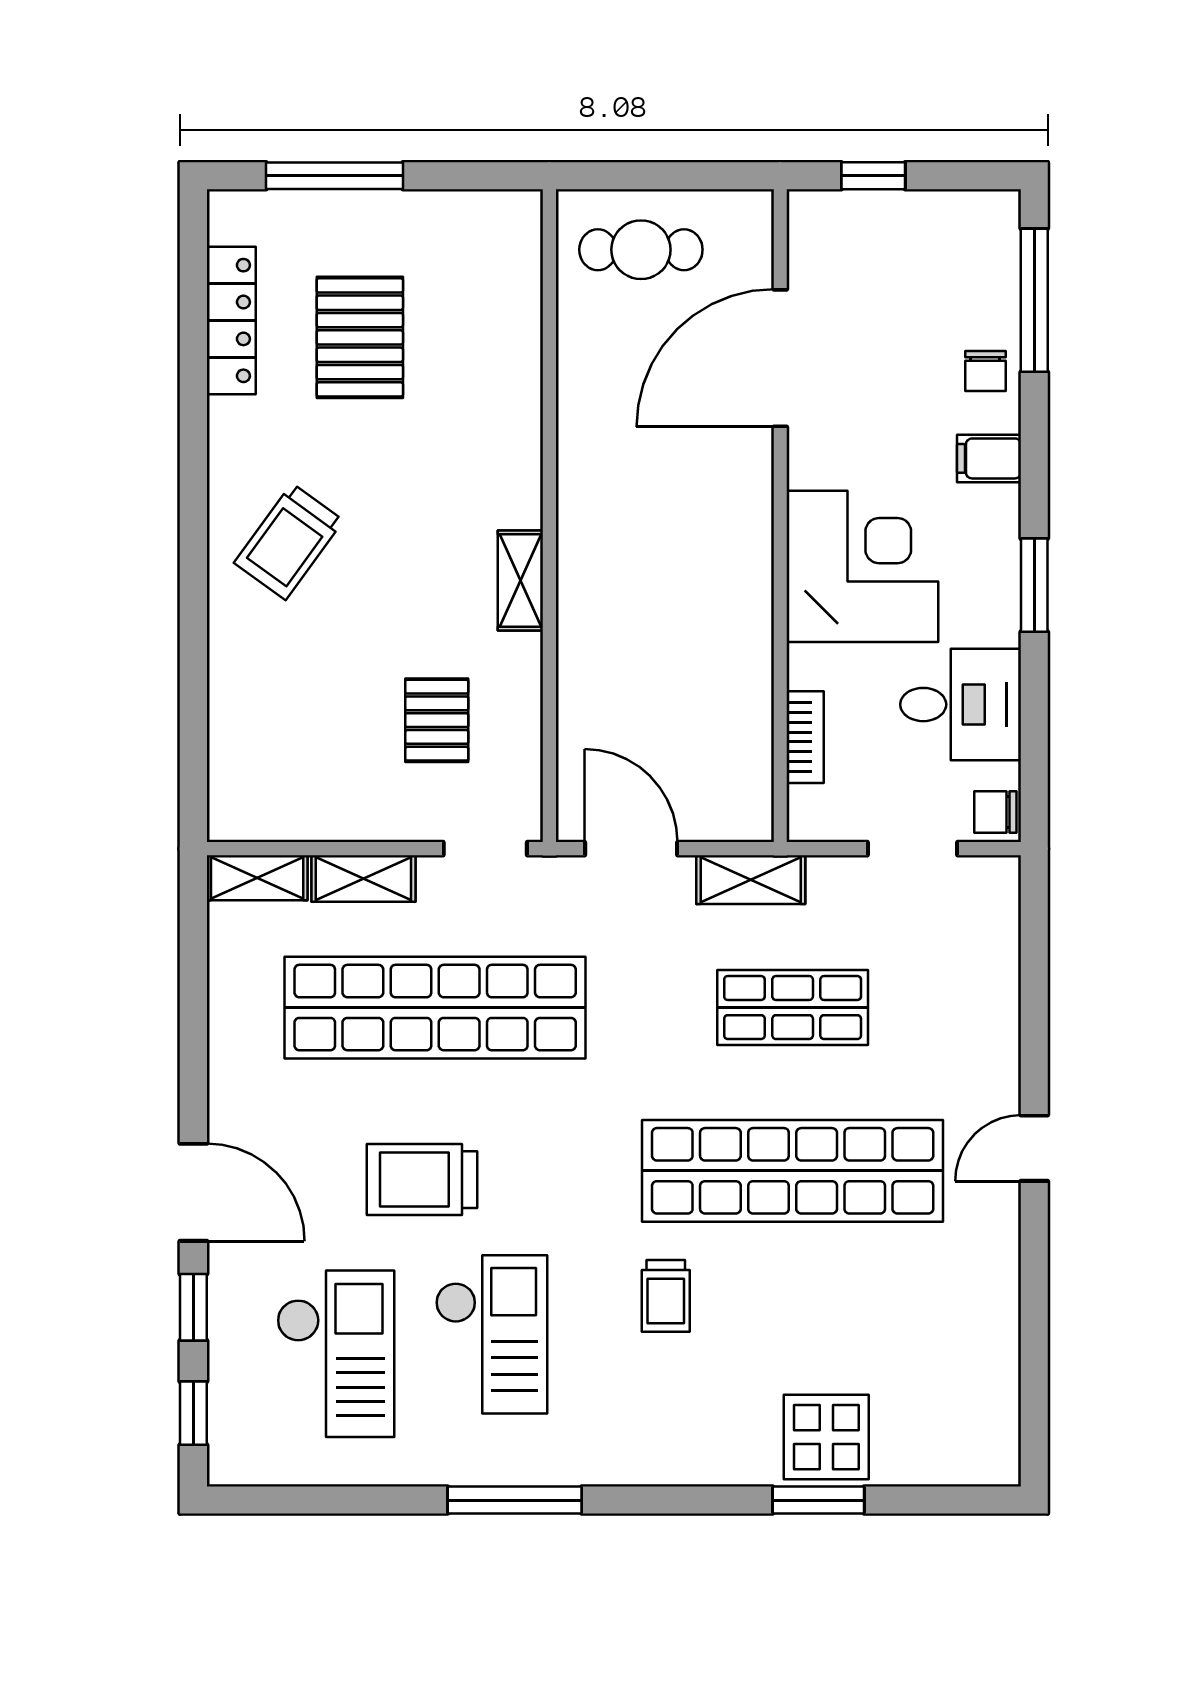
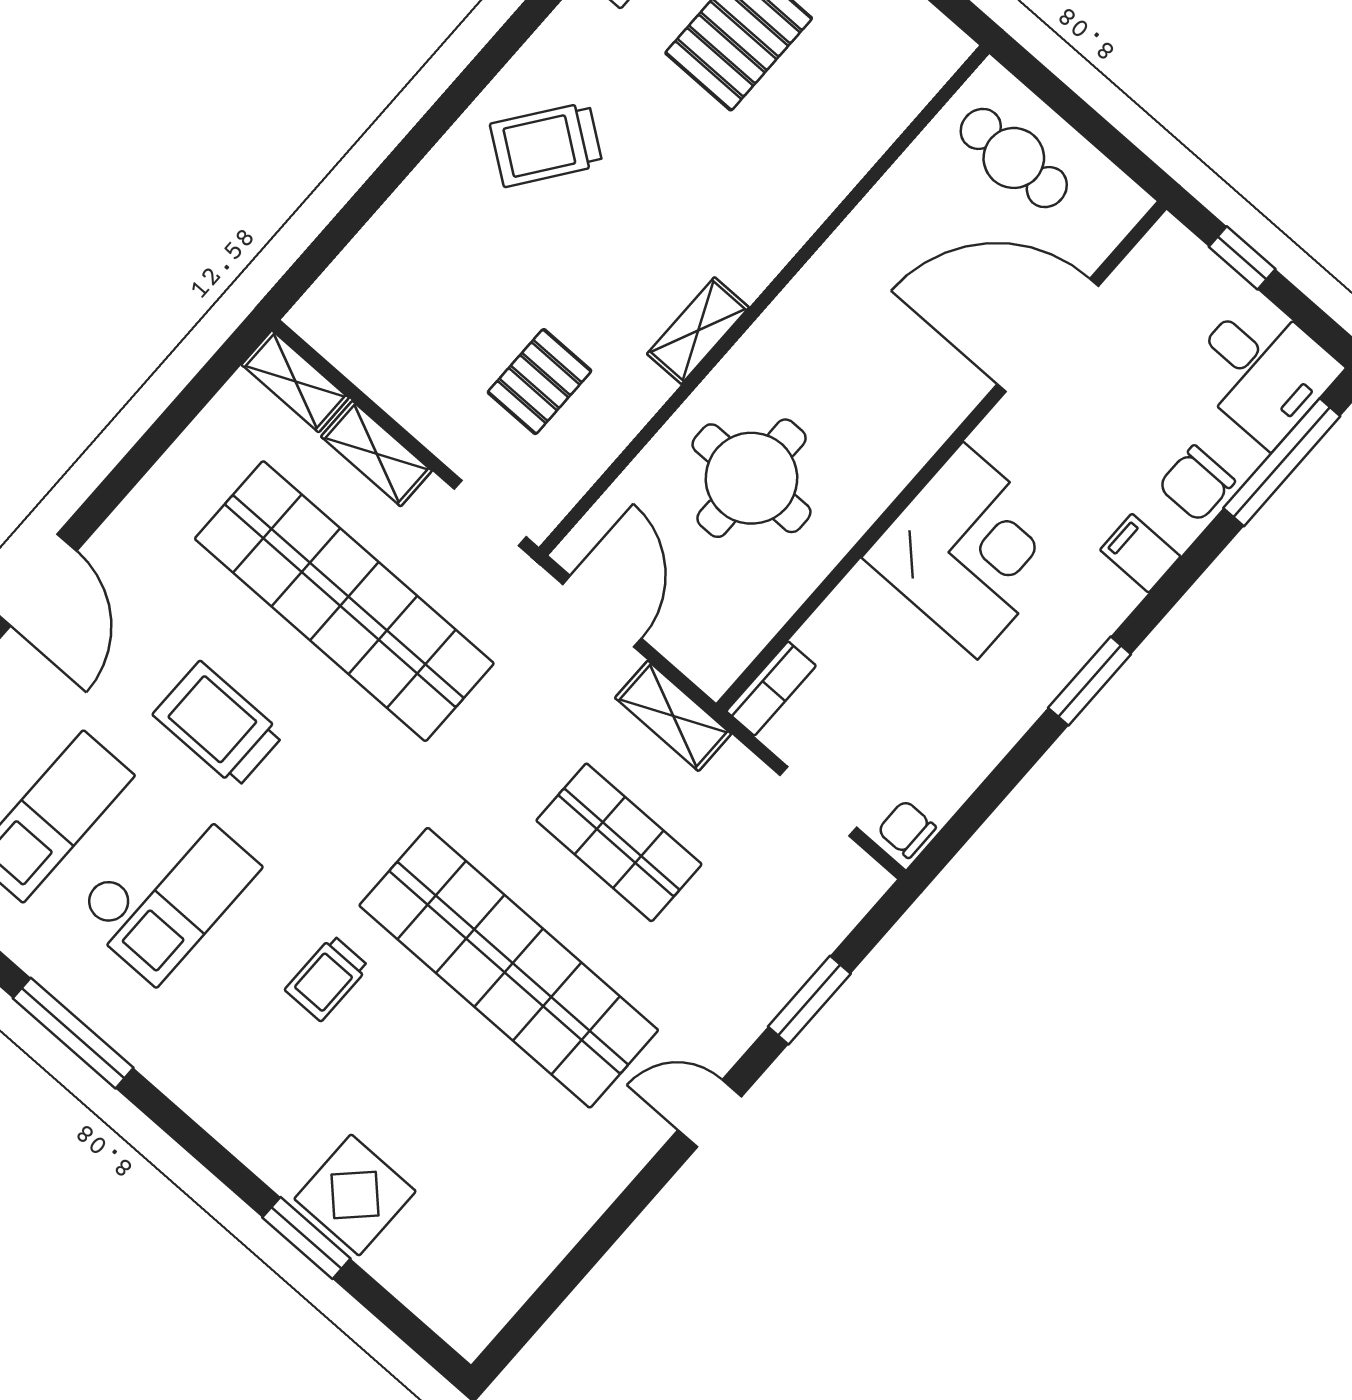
chair: (985, 371) -> (1197, 484), width x1.37, depth x1.37
round table: (655, 654) -> (751, 478), added
desk: (961, 705) -> (1262, 370), moved
bookcase: (805, 737) -> (771, 689), moved
window: (1034, 1001) -> (809, 1000), added

